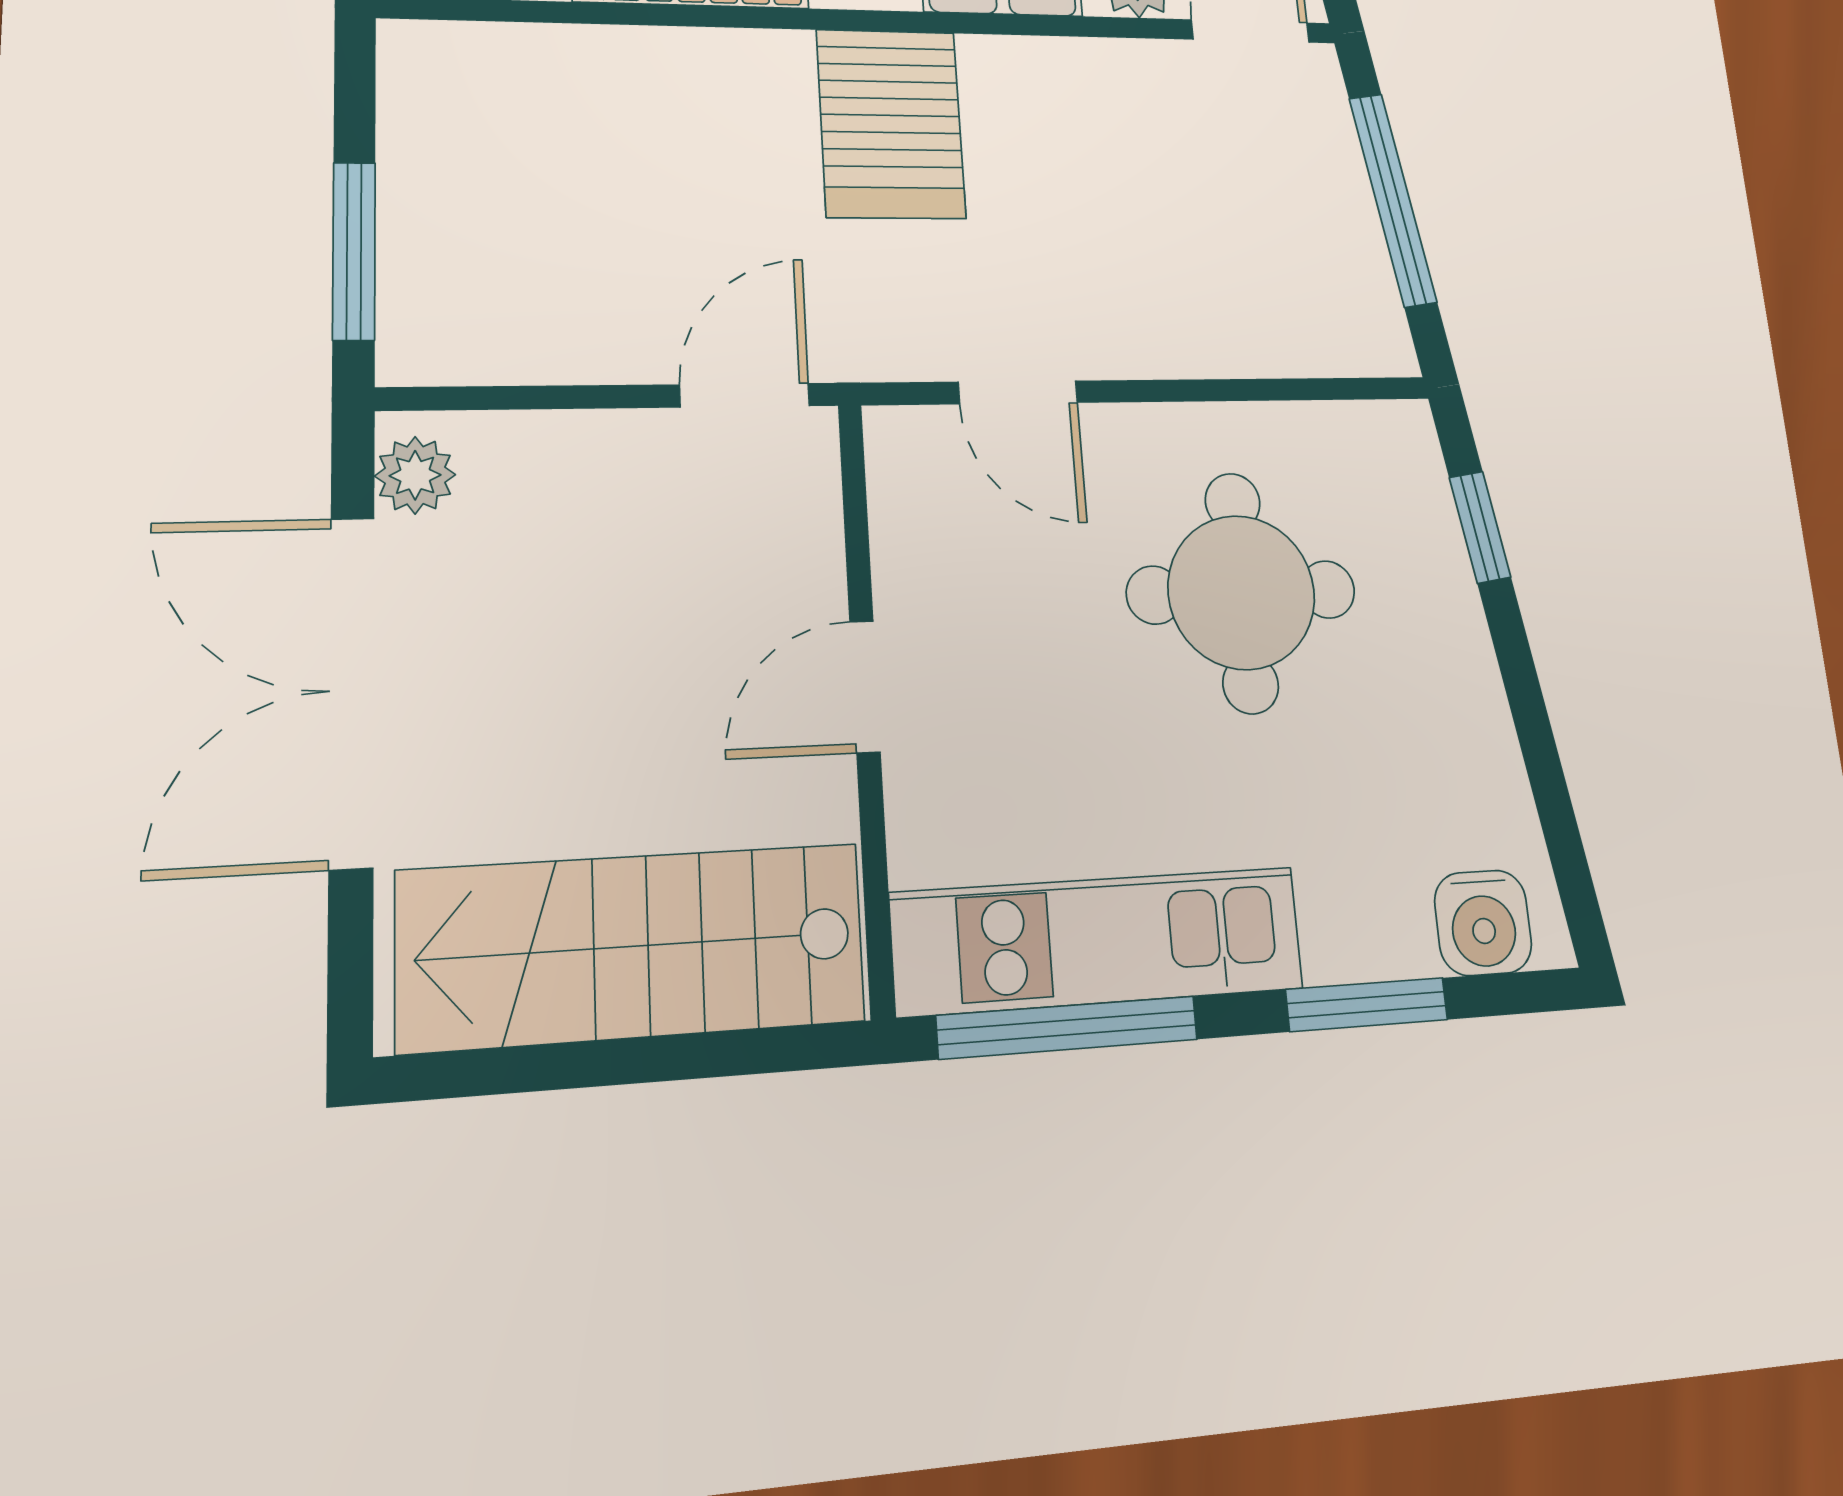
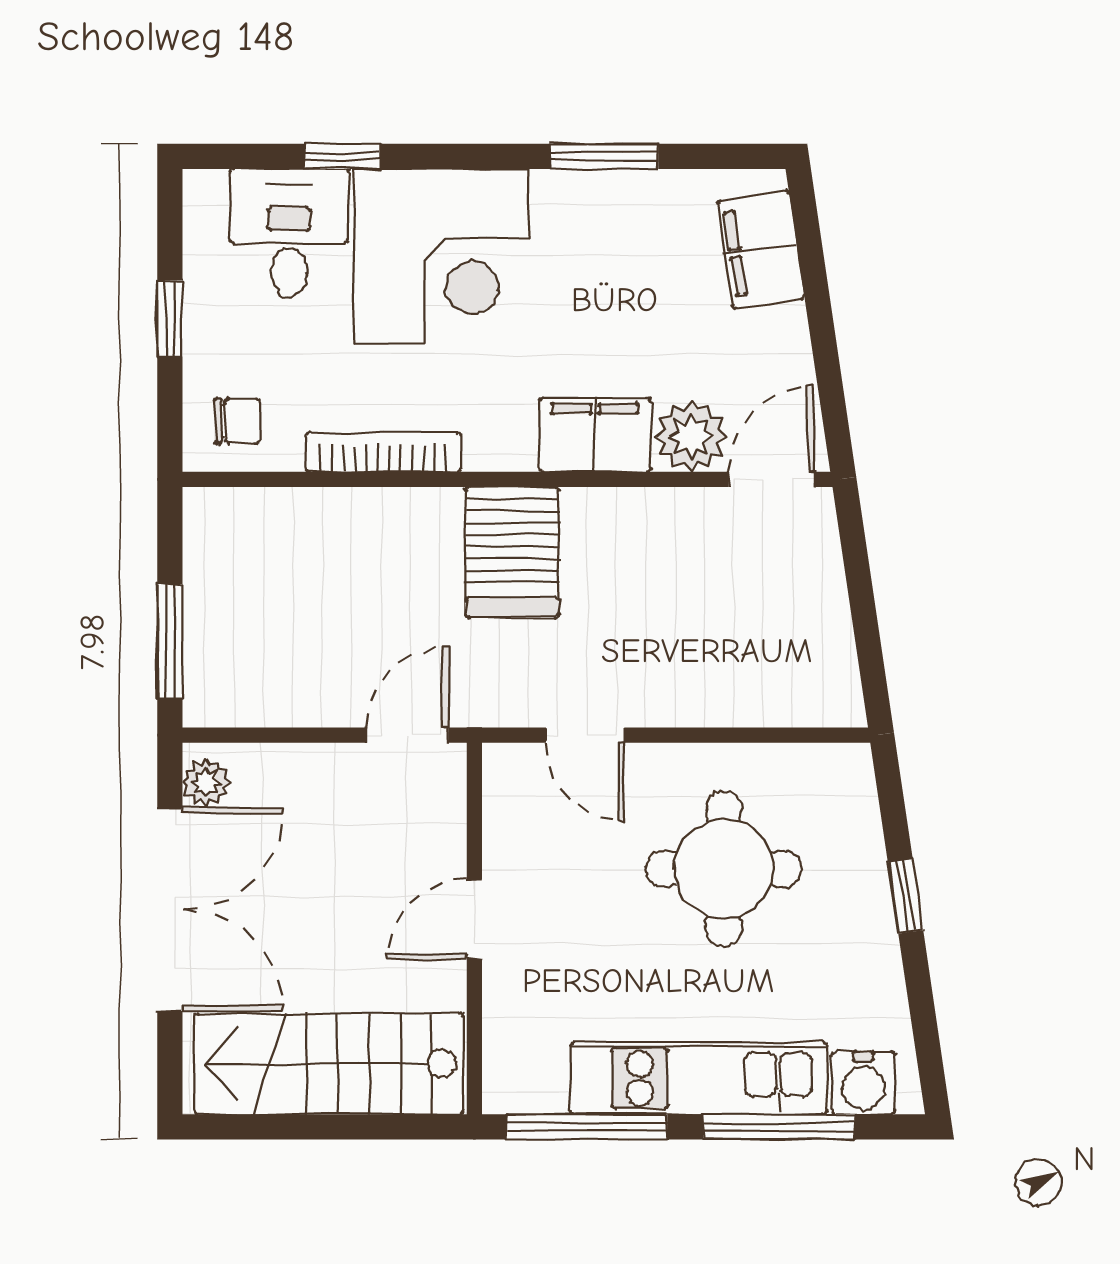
window: (1393, 200) -> (862, 602), removed
window: (1480, 527) -> (905, 896), moved
double door: (352, 691) -> (170, 910), swing flipped
kitchen unit: (1098, 941) -> (699, 1078), moved
window: (1367, 1005) -> (779, 1127), width x1.44

